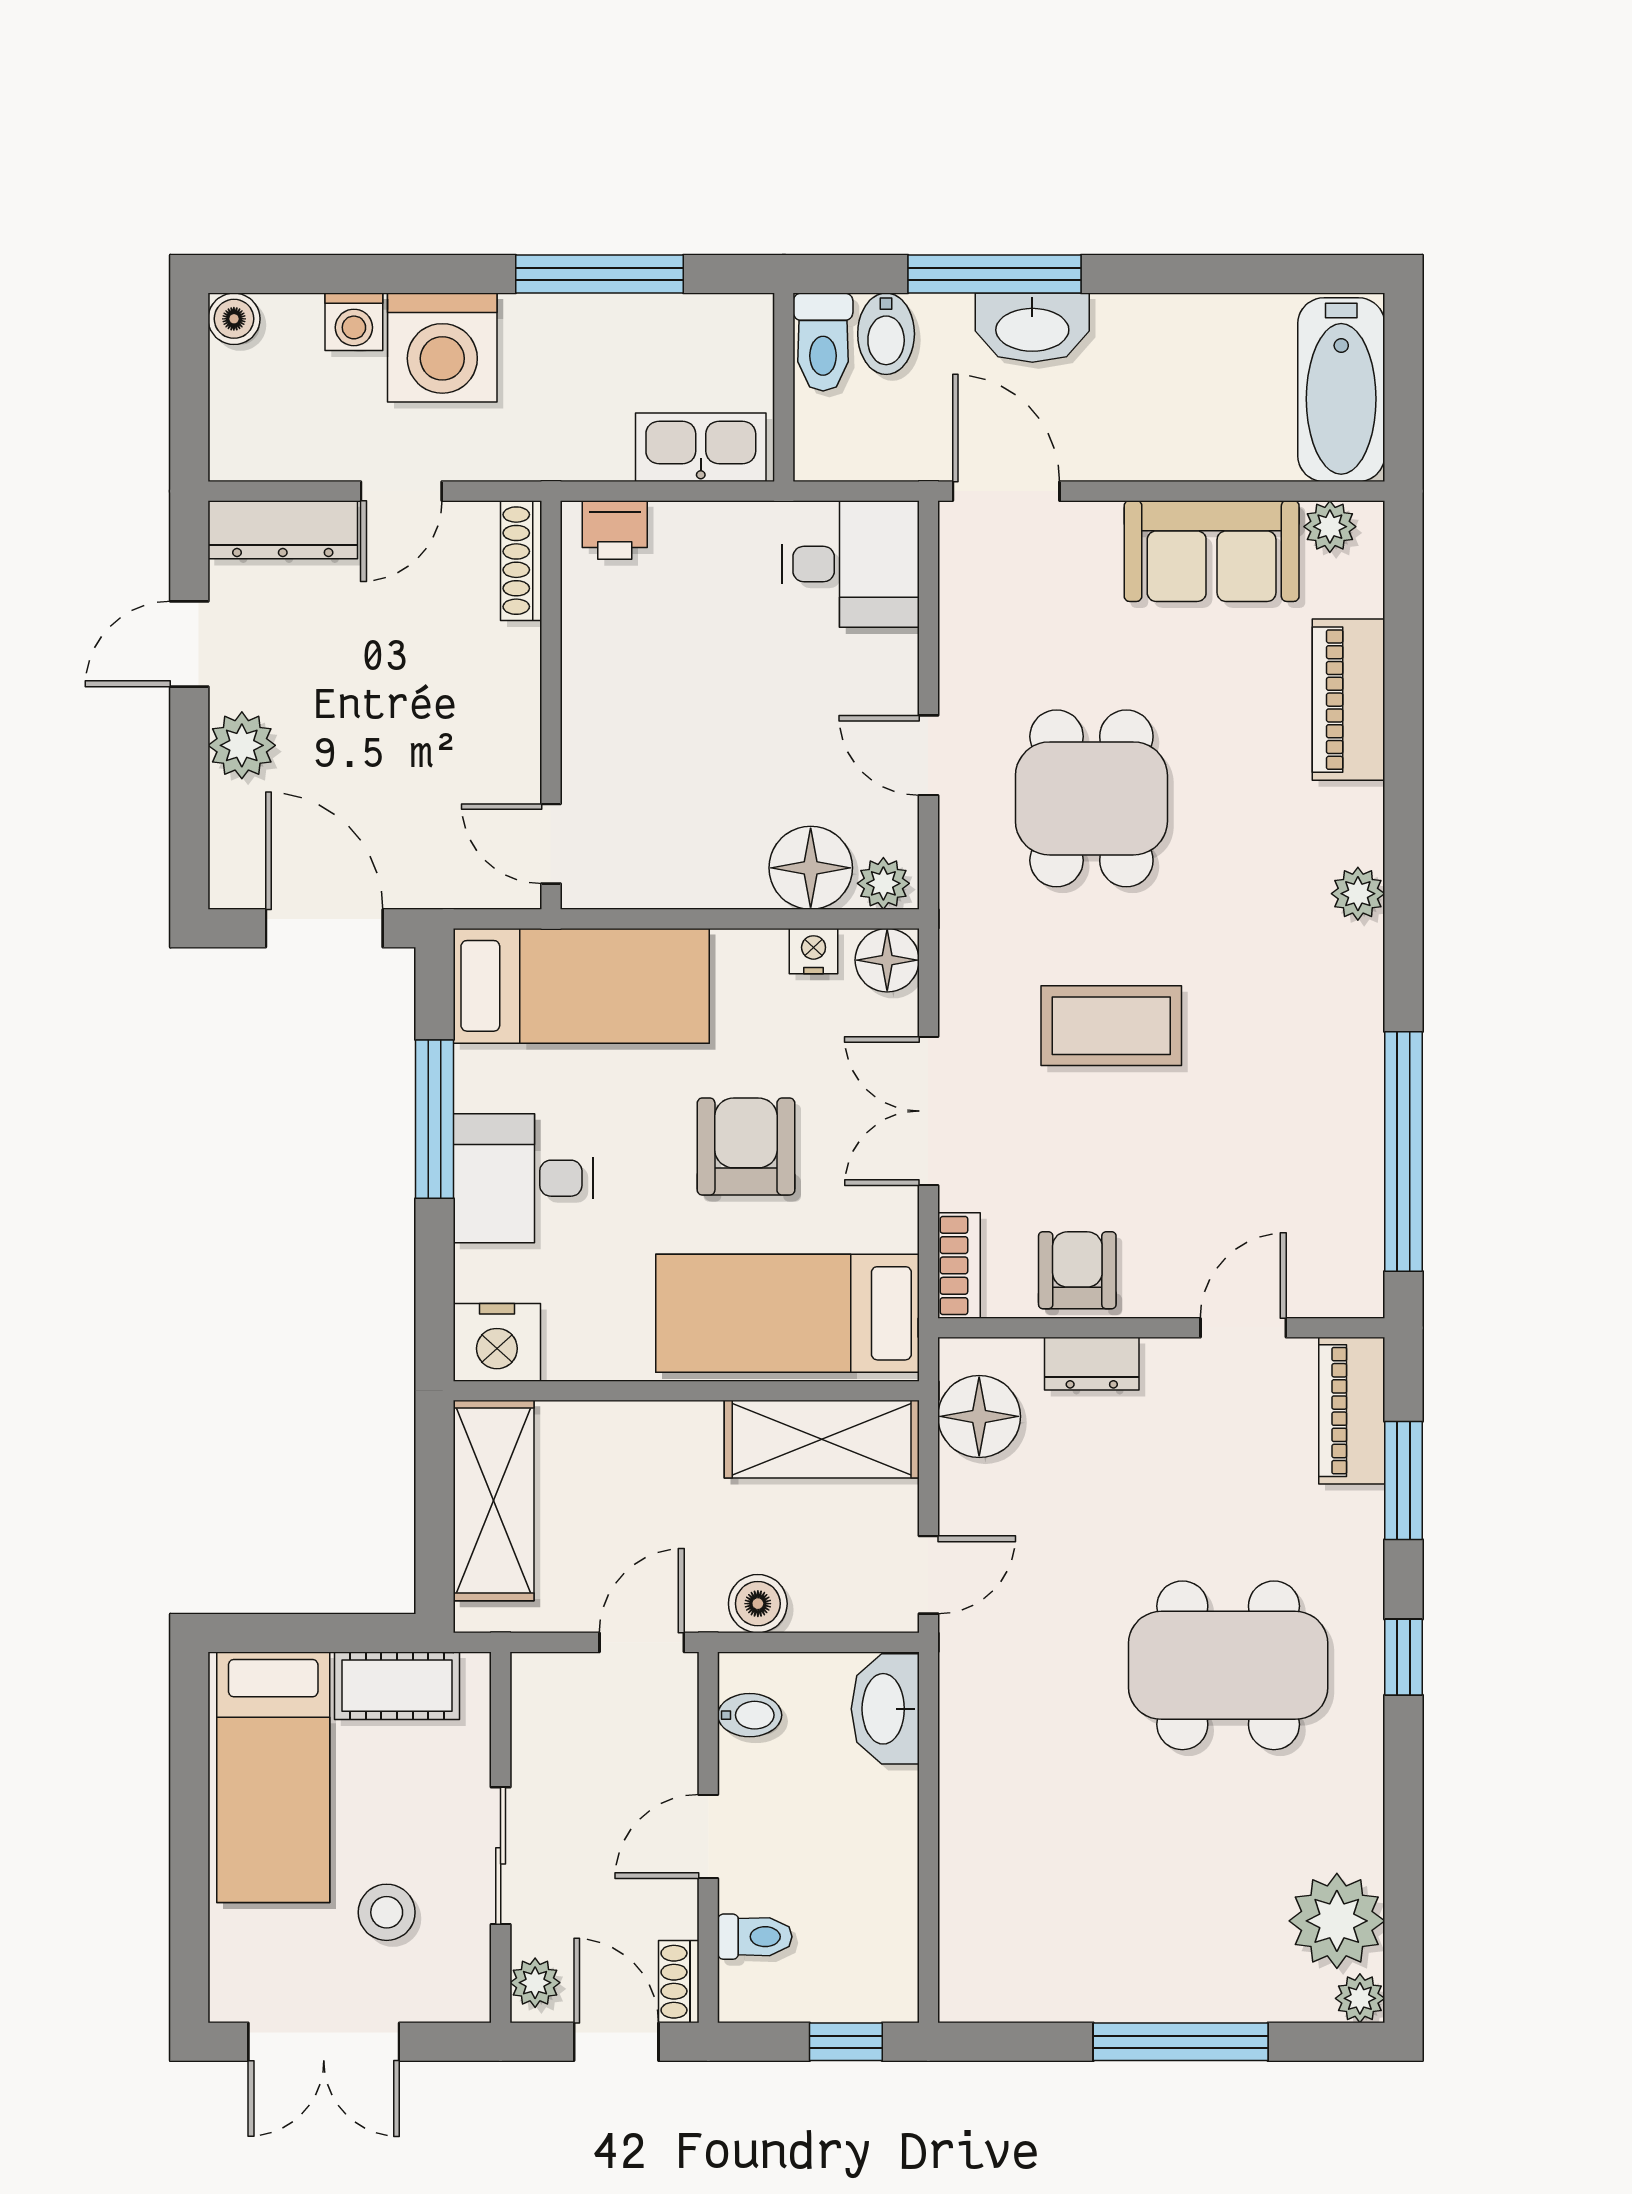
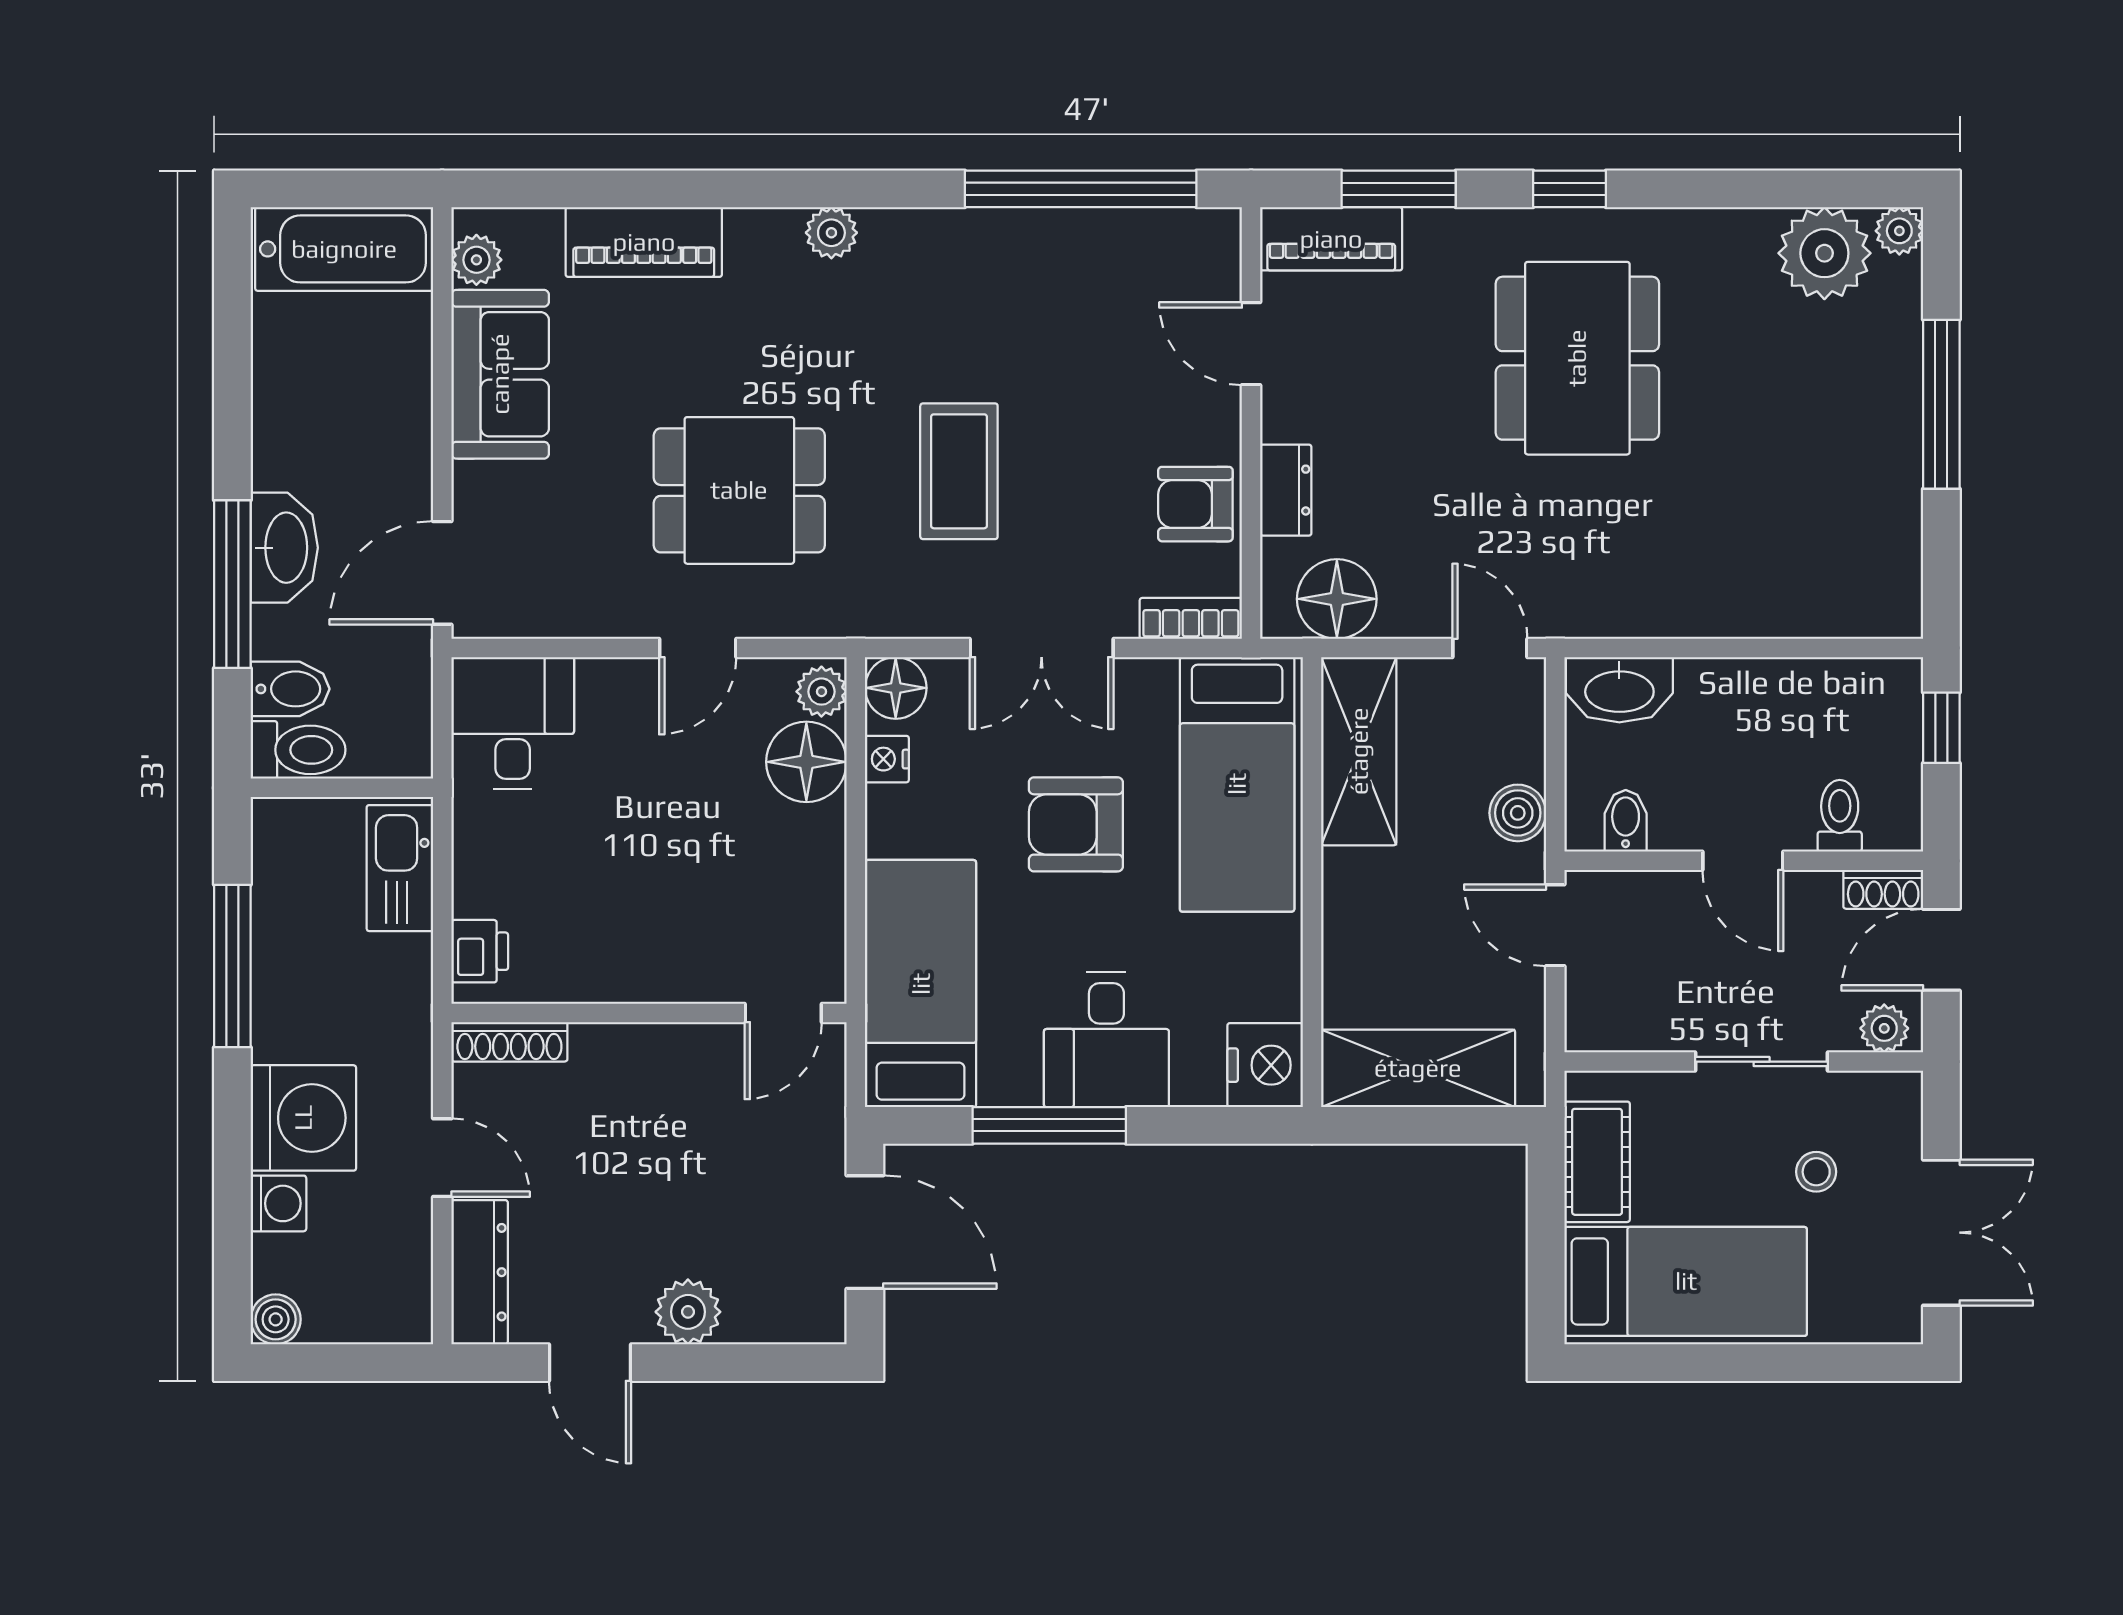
door: (324, 928) -> (865, 1232), swing flipped
stool: (387, 1912) -> (1816, 1172), width x0.73, depth x0.73

